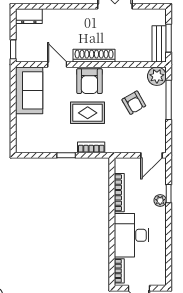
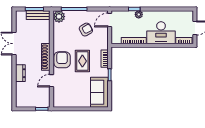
dresser: (29, 16) -> (20, 73), moved
armchair: (89, 81) -> (62, 60), turned -90
sofa: (29, 90) -> (99, 92), moved, turned -90
armchair: (134, 103) -> (86, 30), moved
door: (152, 155) -> (110, 20), swing flipped

